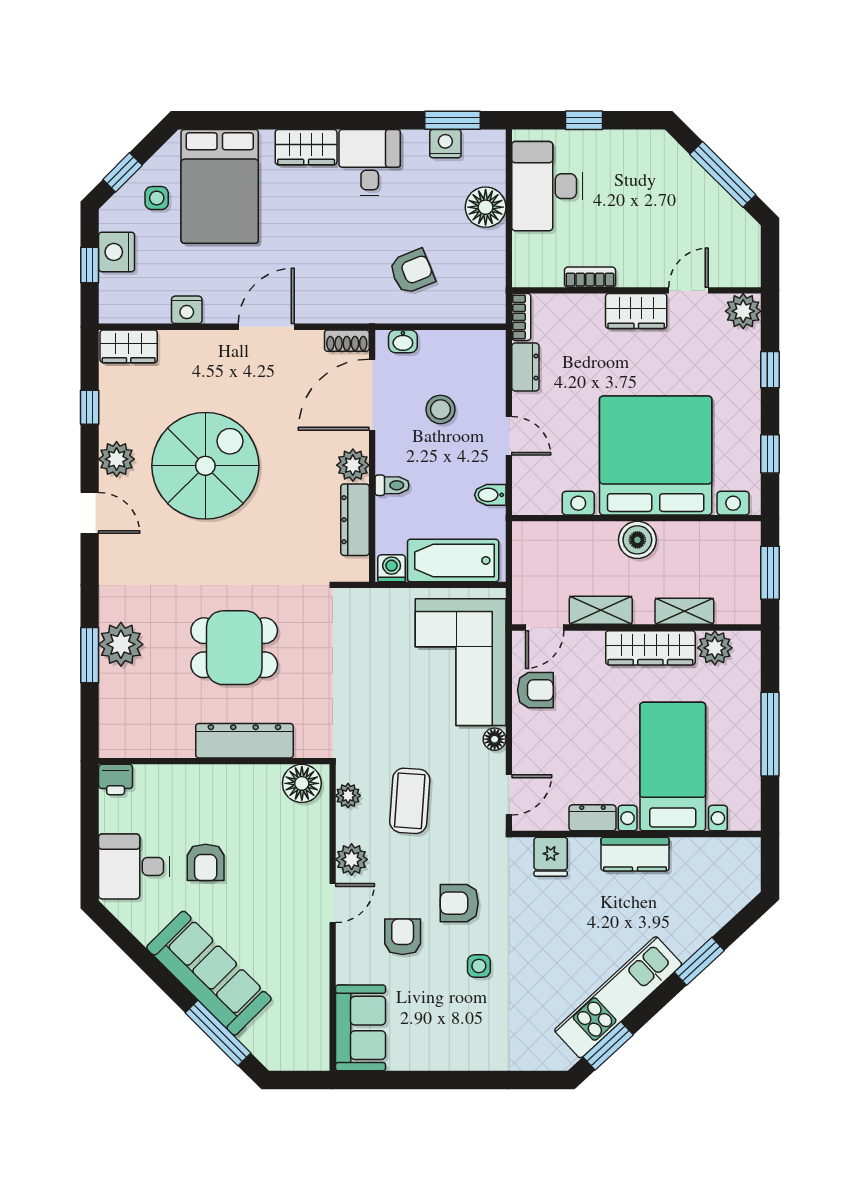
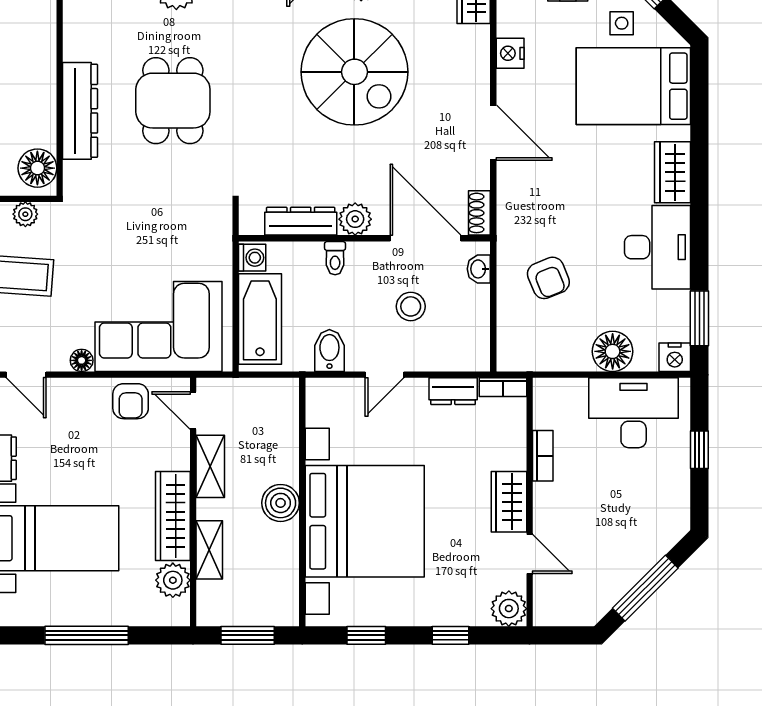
nightstand: (445, 144) -> (675, 357), moved, turned 90
desk: (370, 162) -> (657, 247), width x1.37
bidet: (490, 495) -> (329, 351), width x1.38, depth x1.36

